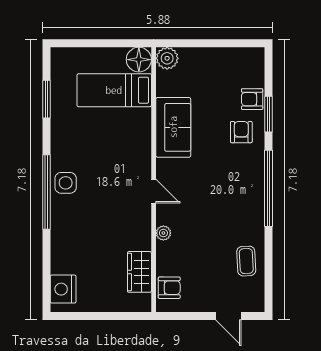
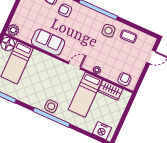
side table: (240, 222) -> (108, 31), added
bed: (112, 232) -> (85, 95), added

